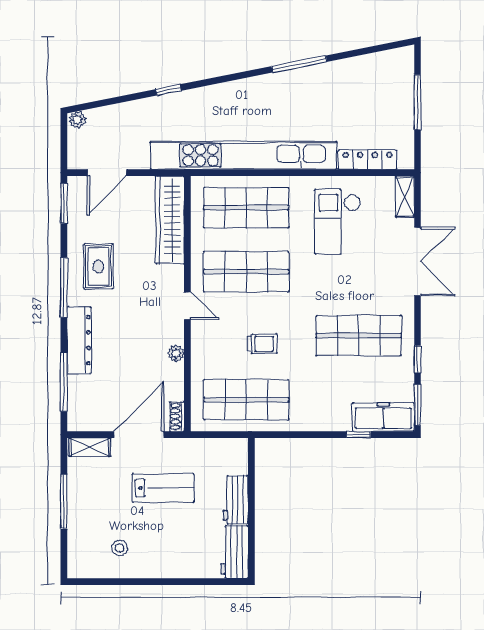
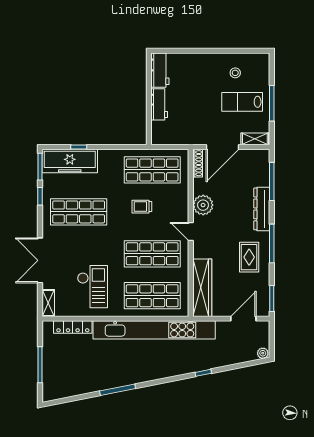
plant: (176, 353) -> (203, 205), width x1.88, depth x1.88
shoe rack: (177, 416) -> (198, 163), width x1.43
freezer: (383, 417) -> (70, 161), width x1.36, depth x1.26
lab bench: (163, 488) -> (242, 102), moved

